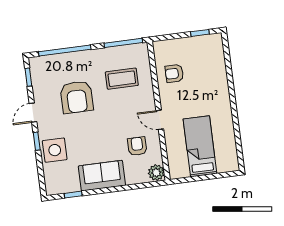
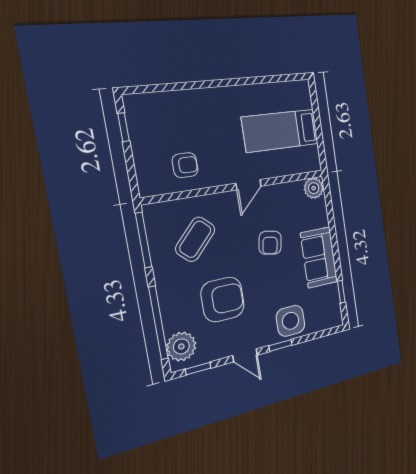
plant: (46, 66) -> (181, 346), added
armchair: (174, 73) -> (185, 165), turned -90
coffee table: (122, 79) -> (195, 239), turned 43
armchair: (137, 146) -> (270, 243), moved, turned -80

